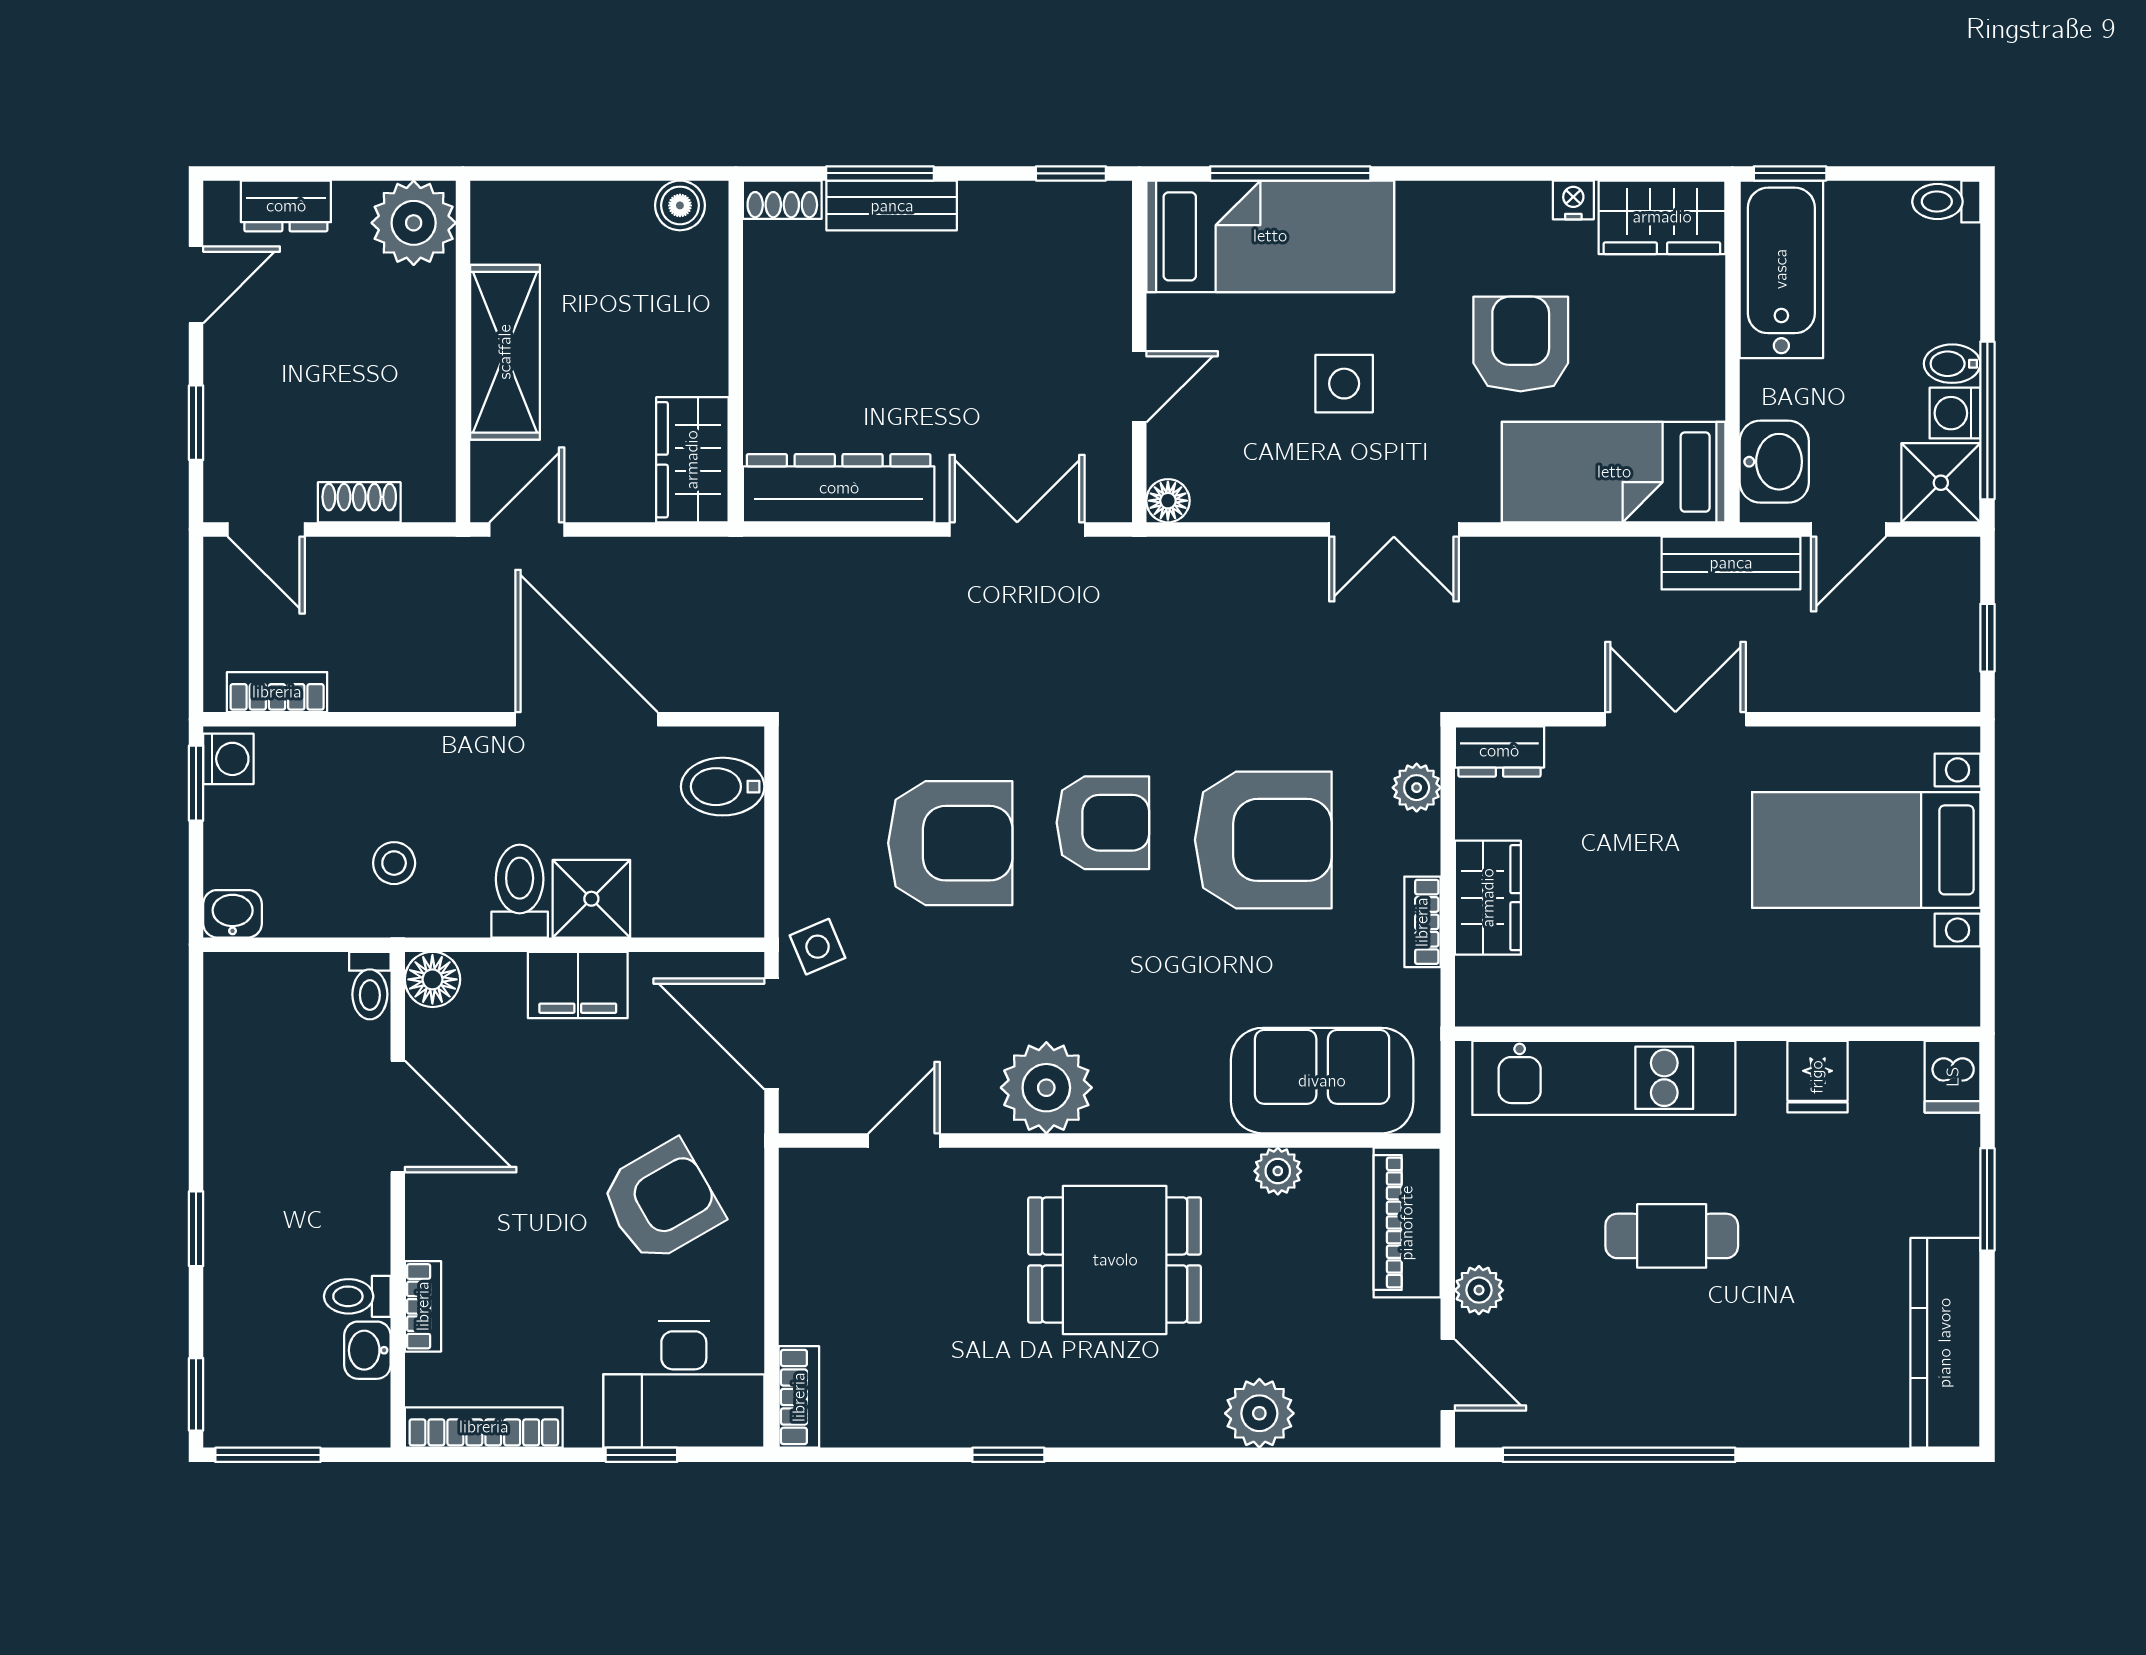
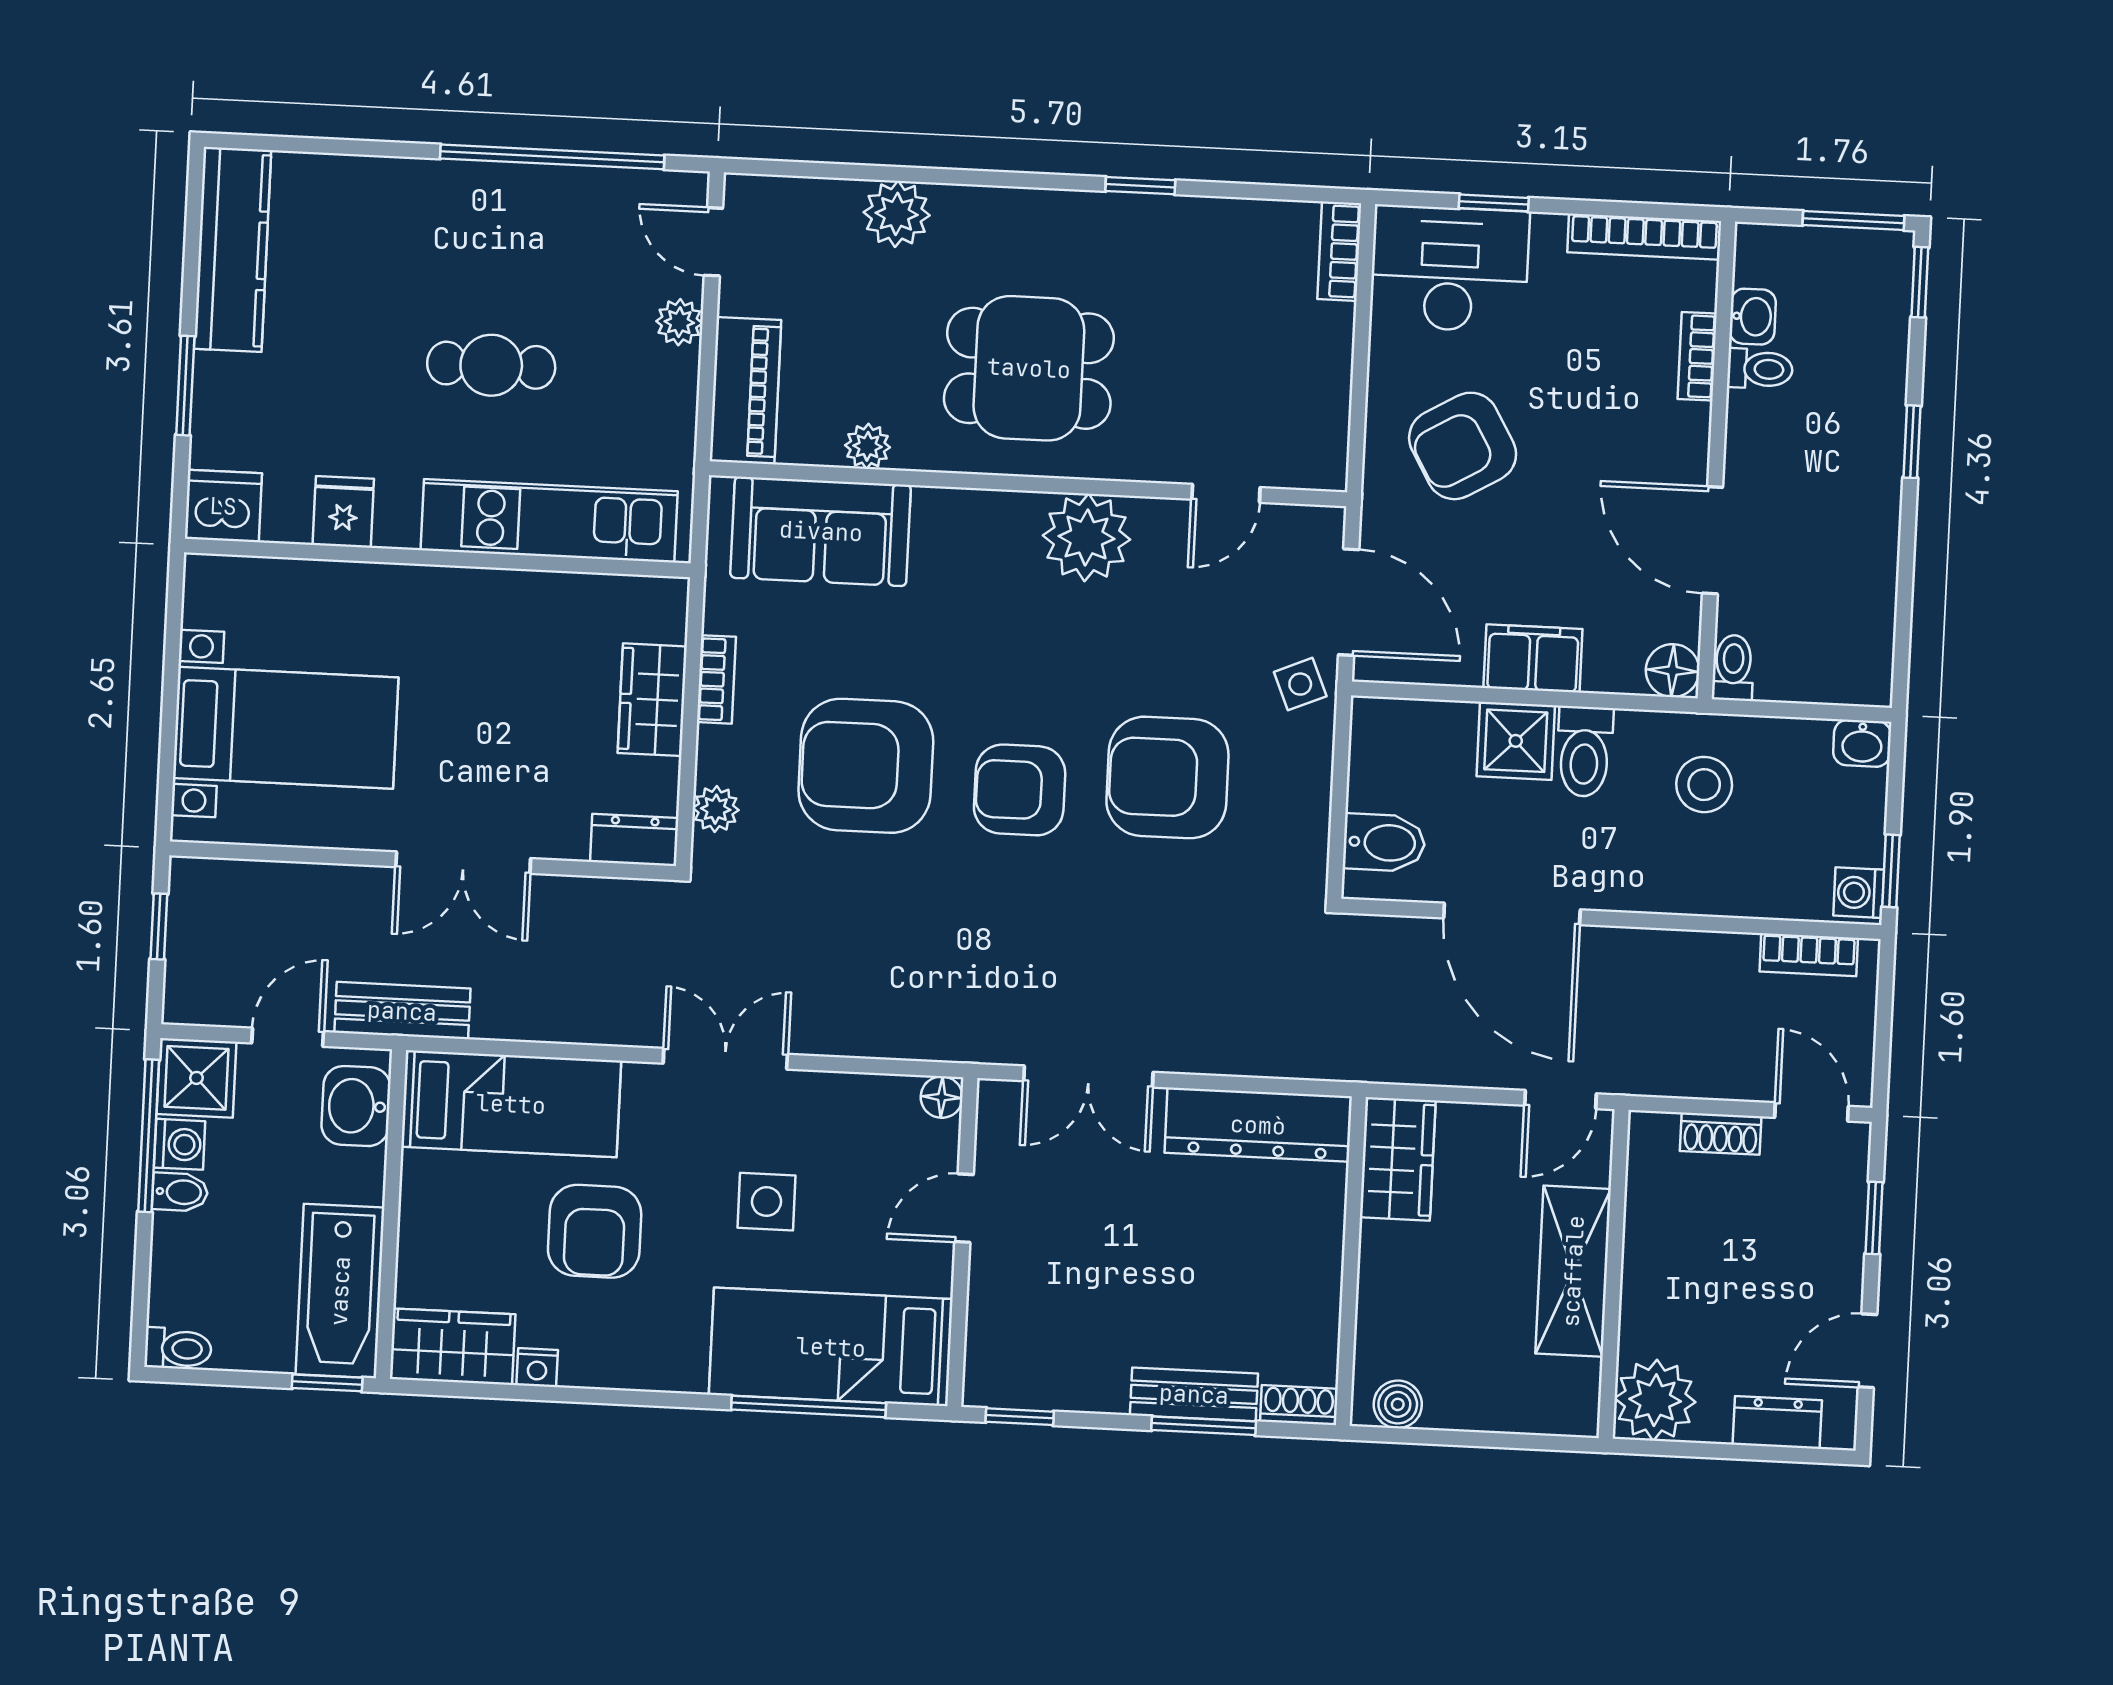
stool: (394, 863) -> (1704, 785), width x1.37, depth x1.37
dishwasher: (1953, 1077) -> (223, 506), width x1.38

